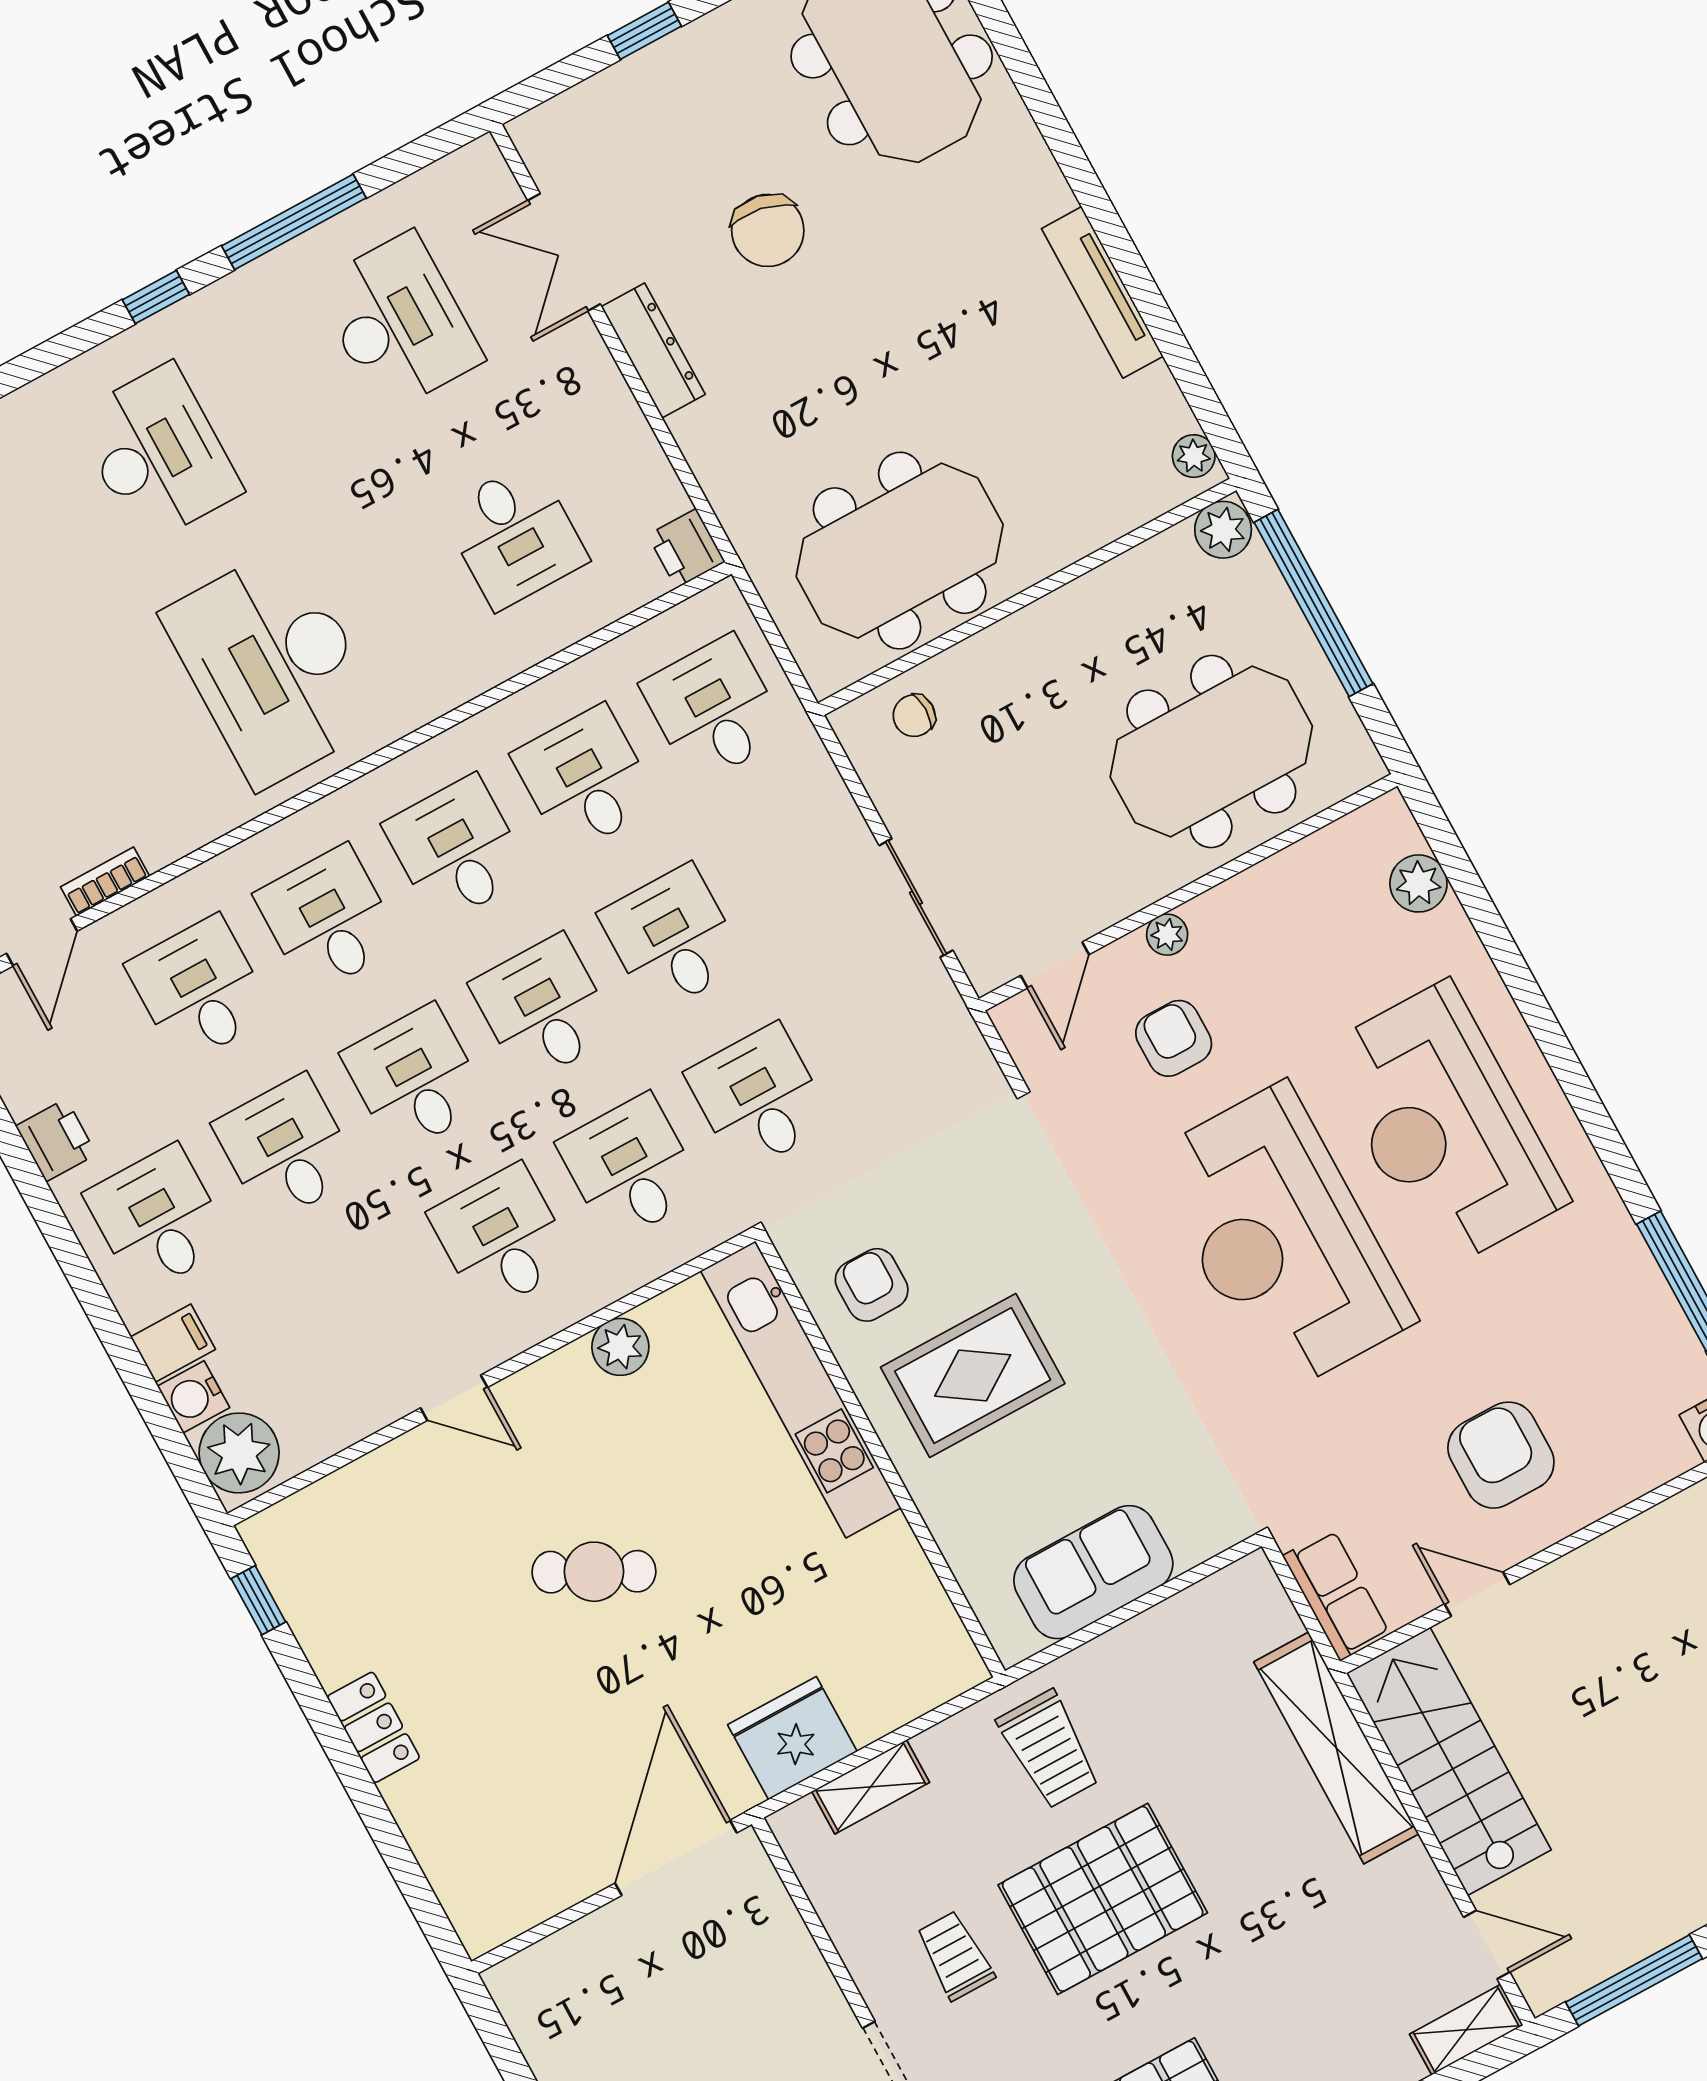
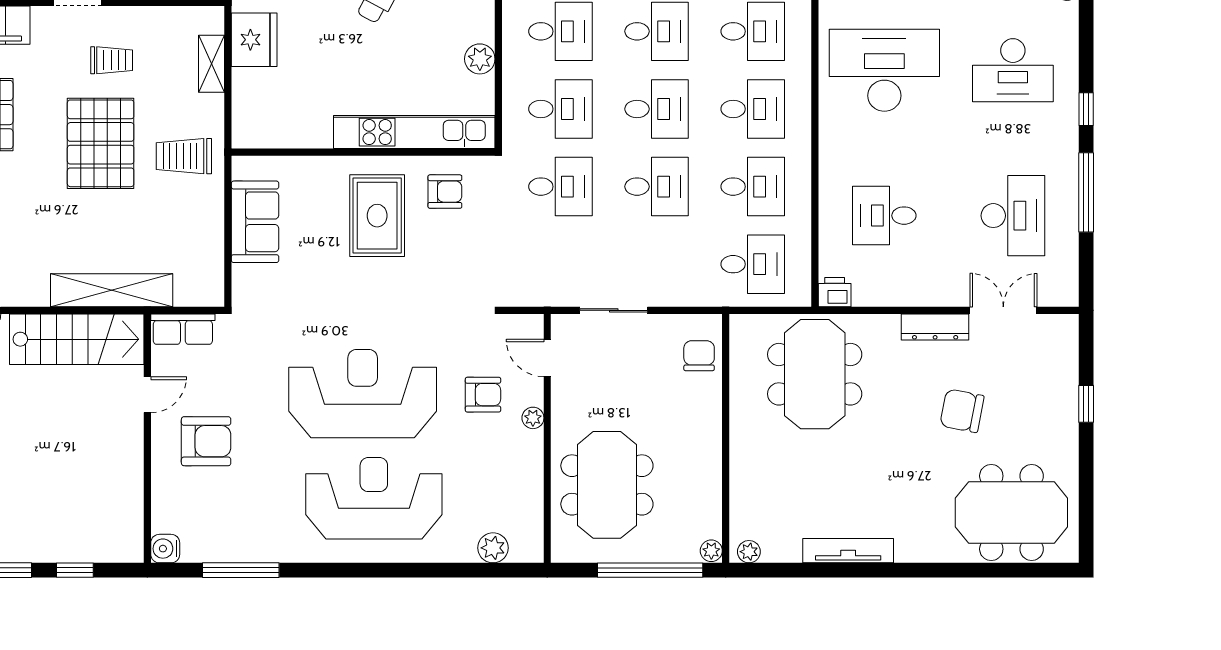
desk: (398, 322) -> (1013, 216), turned -90
plant: (1223, 530) -> (711, 551), width x0.73, depth x0.73
meeting table: (900, 551) -> (815, 374), moved
chair: (914, 716) -> (699, 356), width x1.37, depth x1.37

